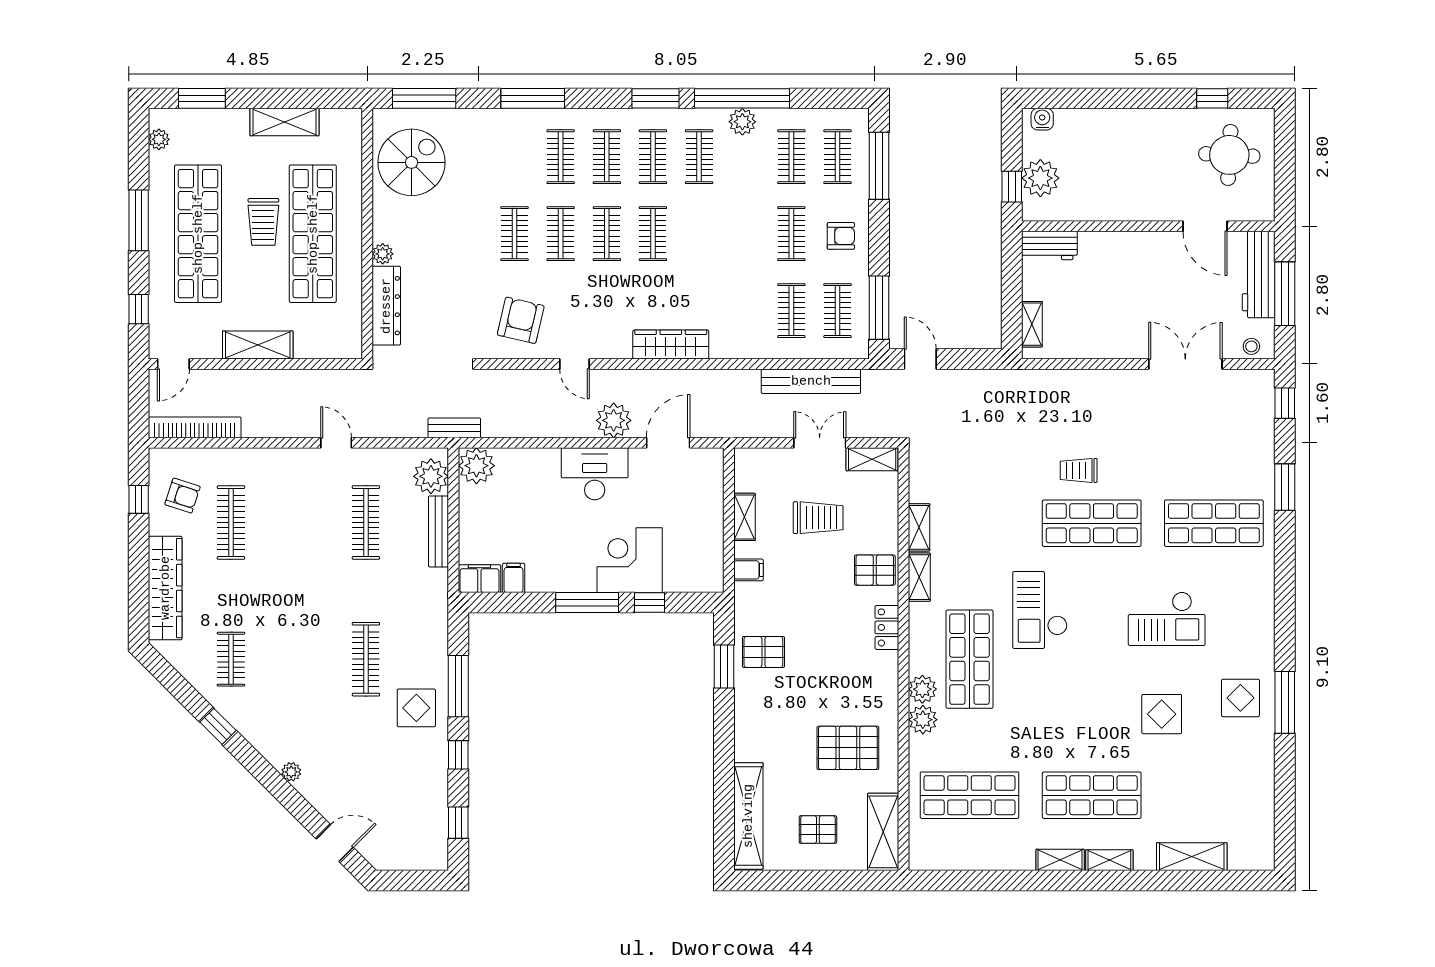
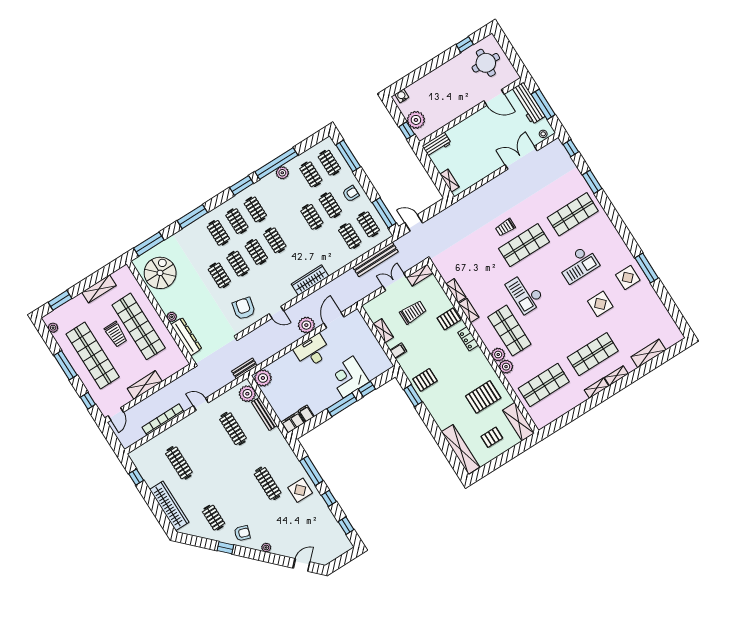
clothes rail: (699, 157) -> (312, 217), moved
bookcase: (195, 427) -> (163, 420), moved
armchair: (183, 496) -> (242, 533), moved

